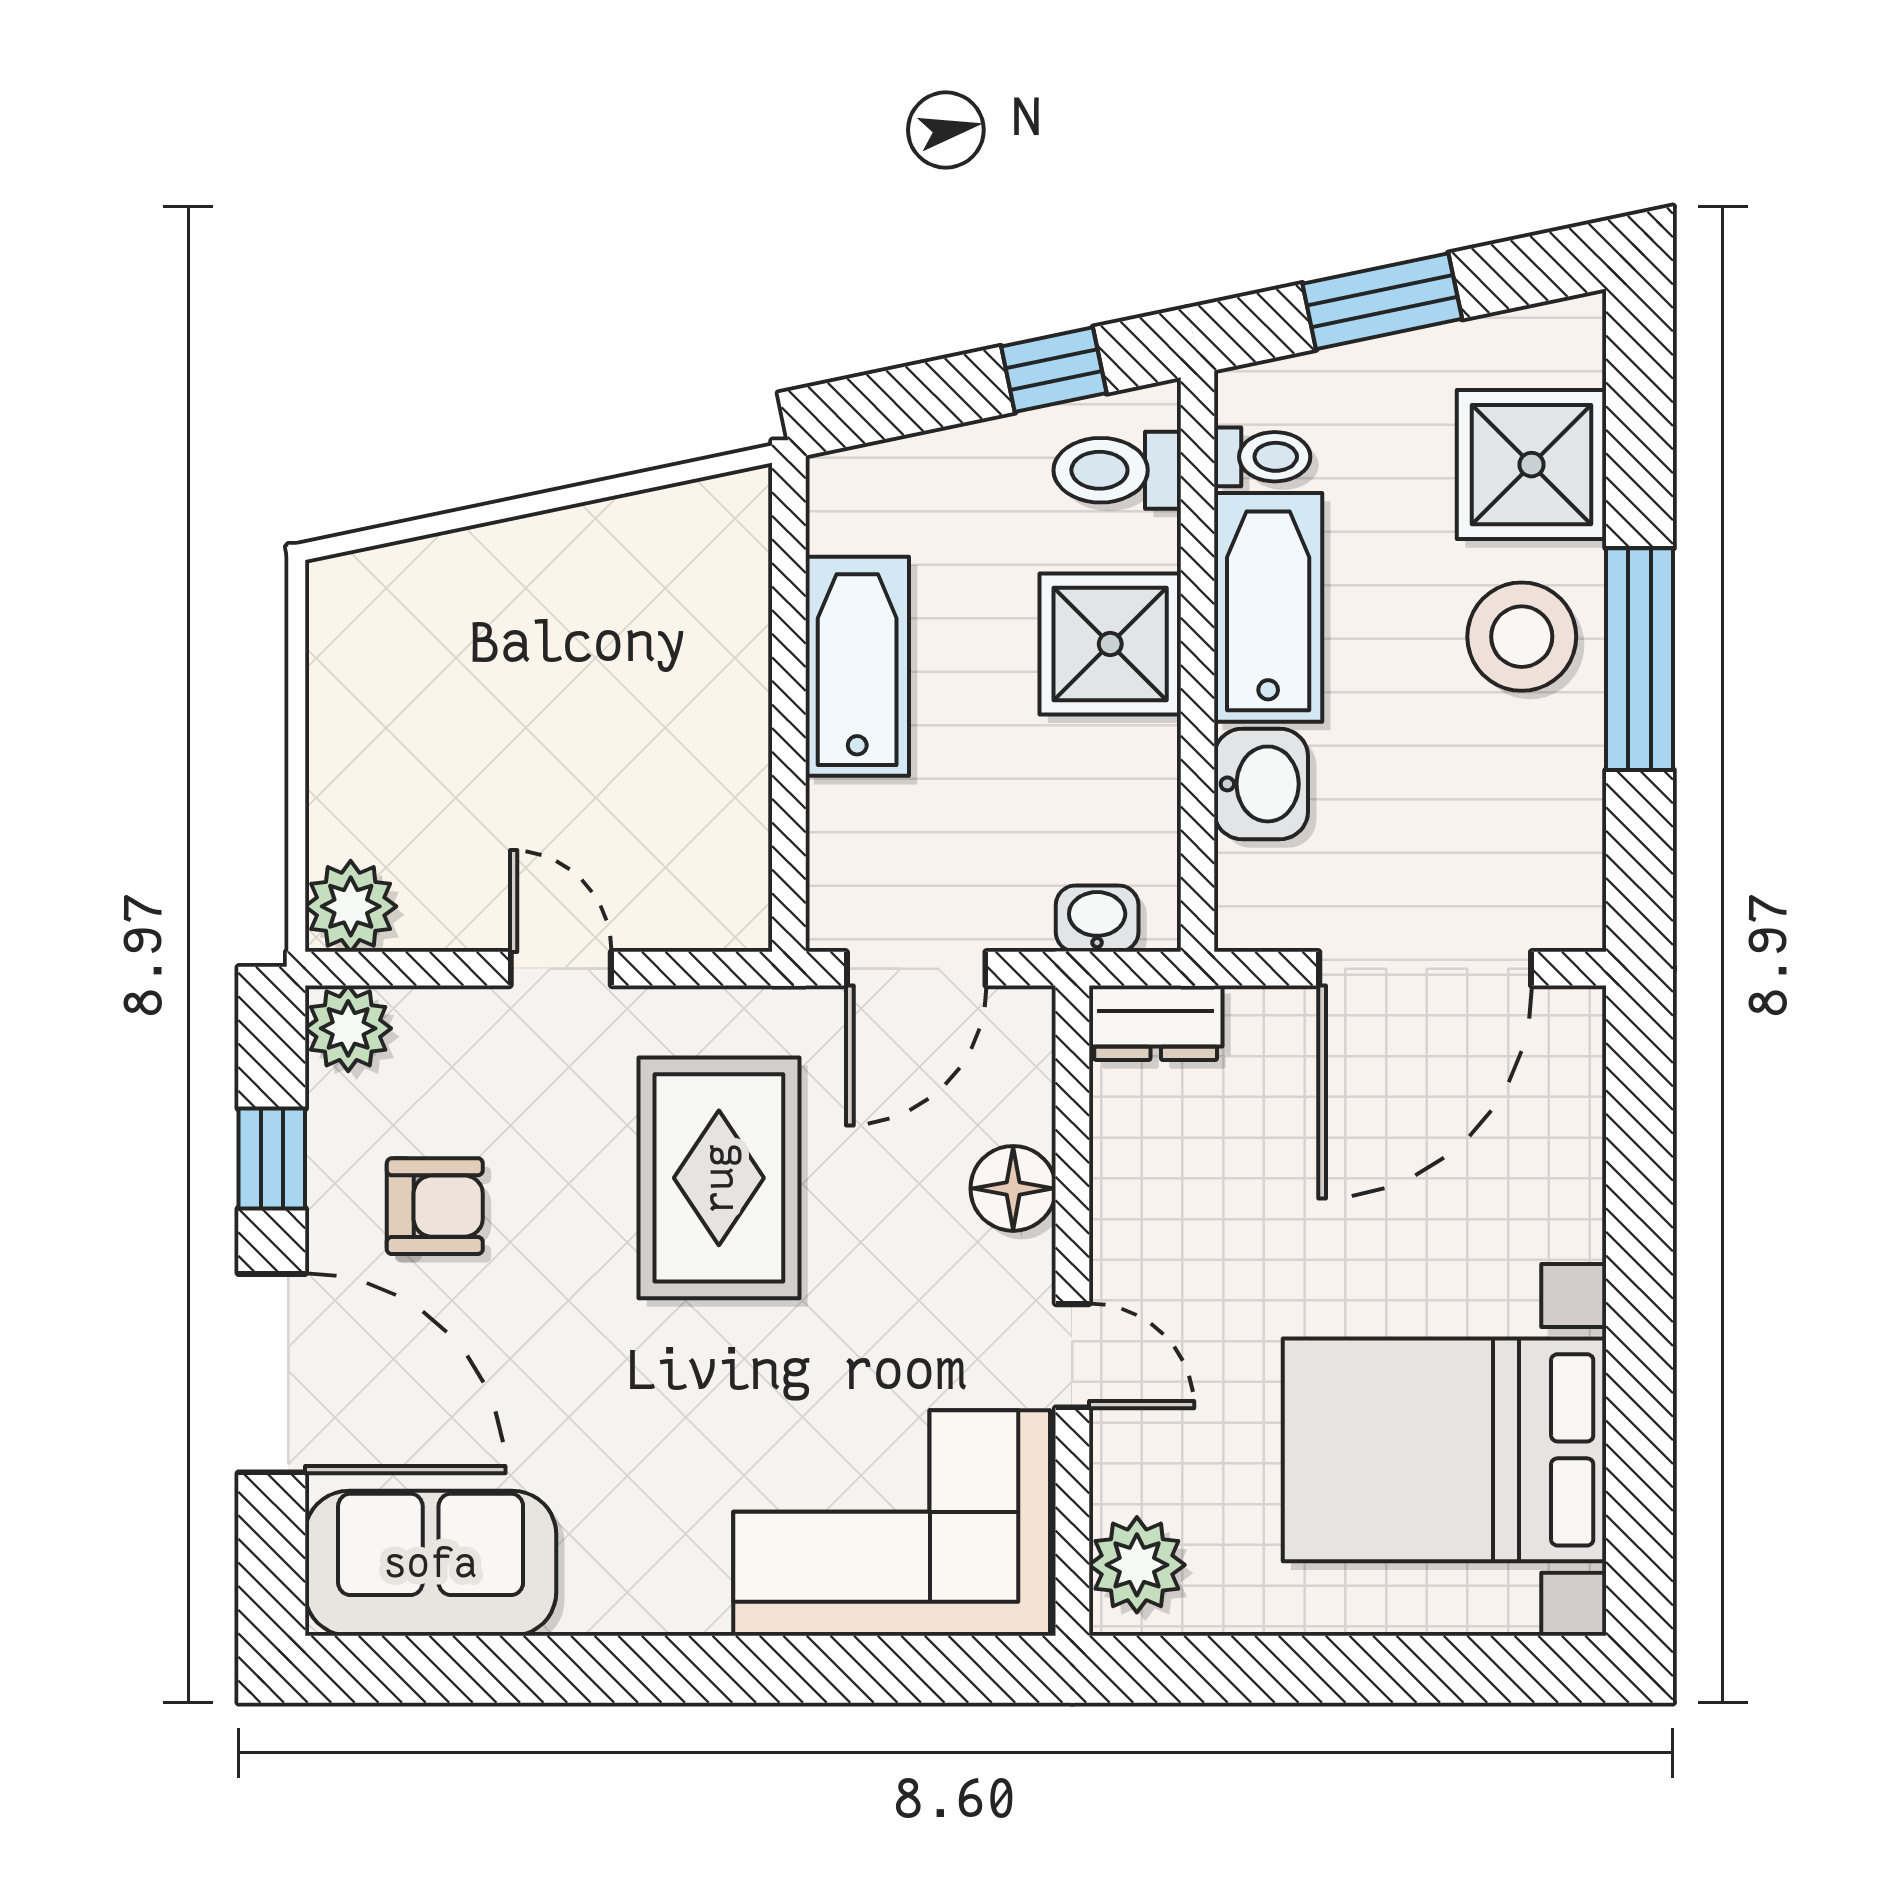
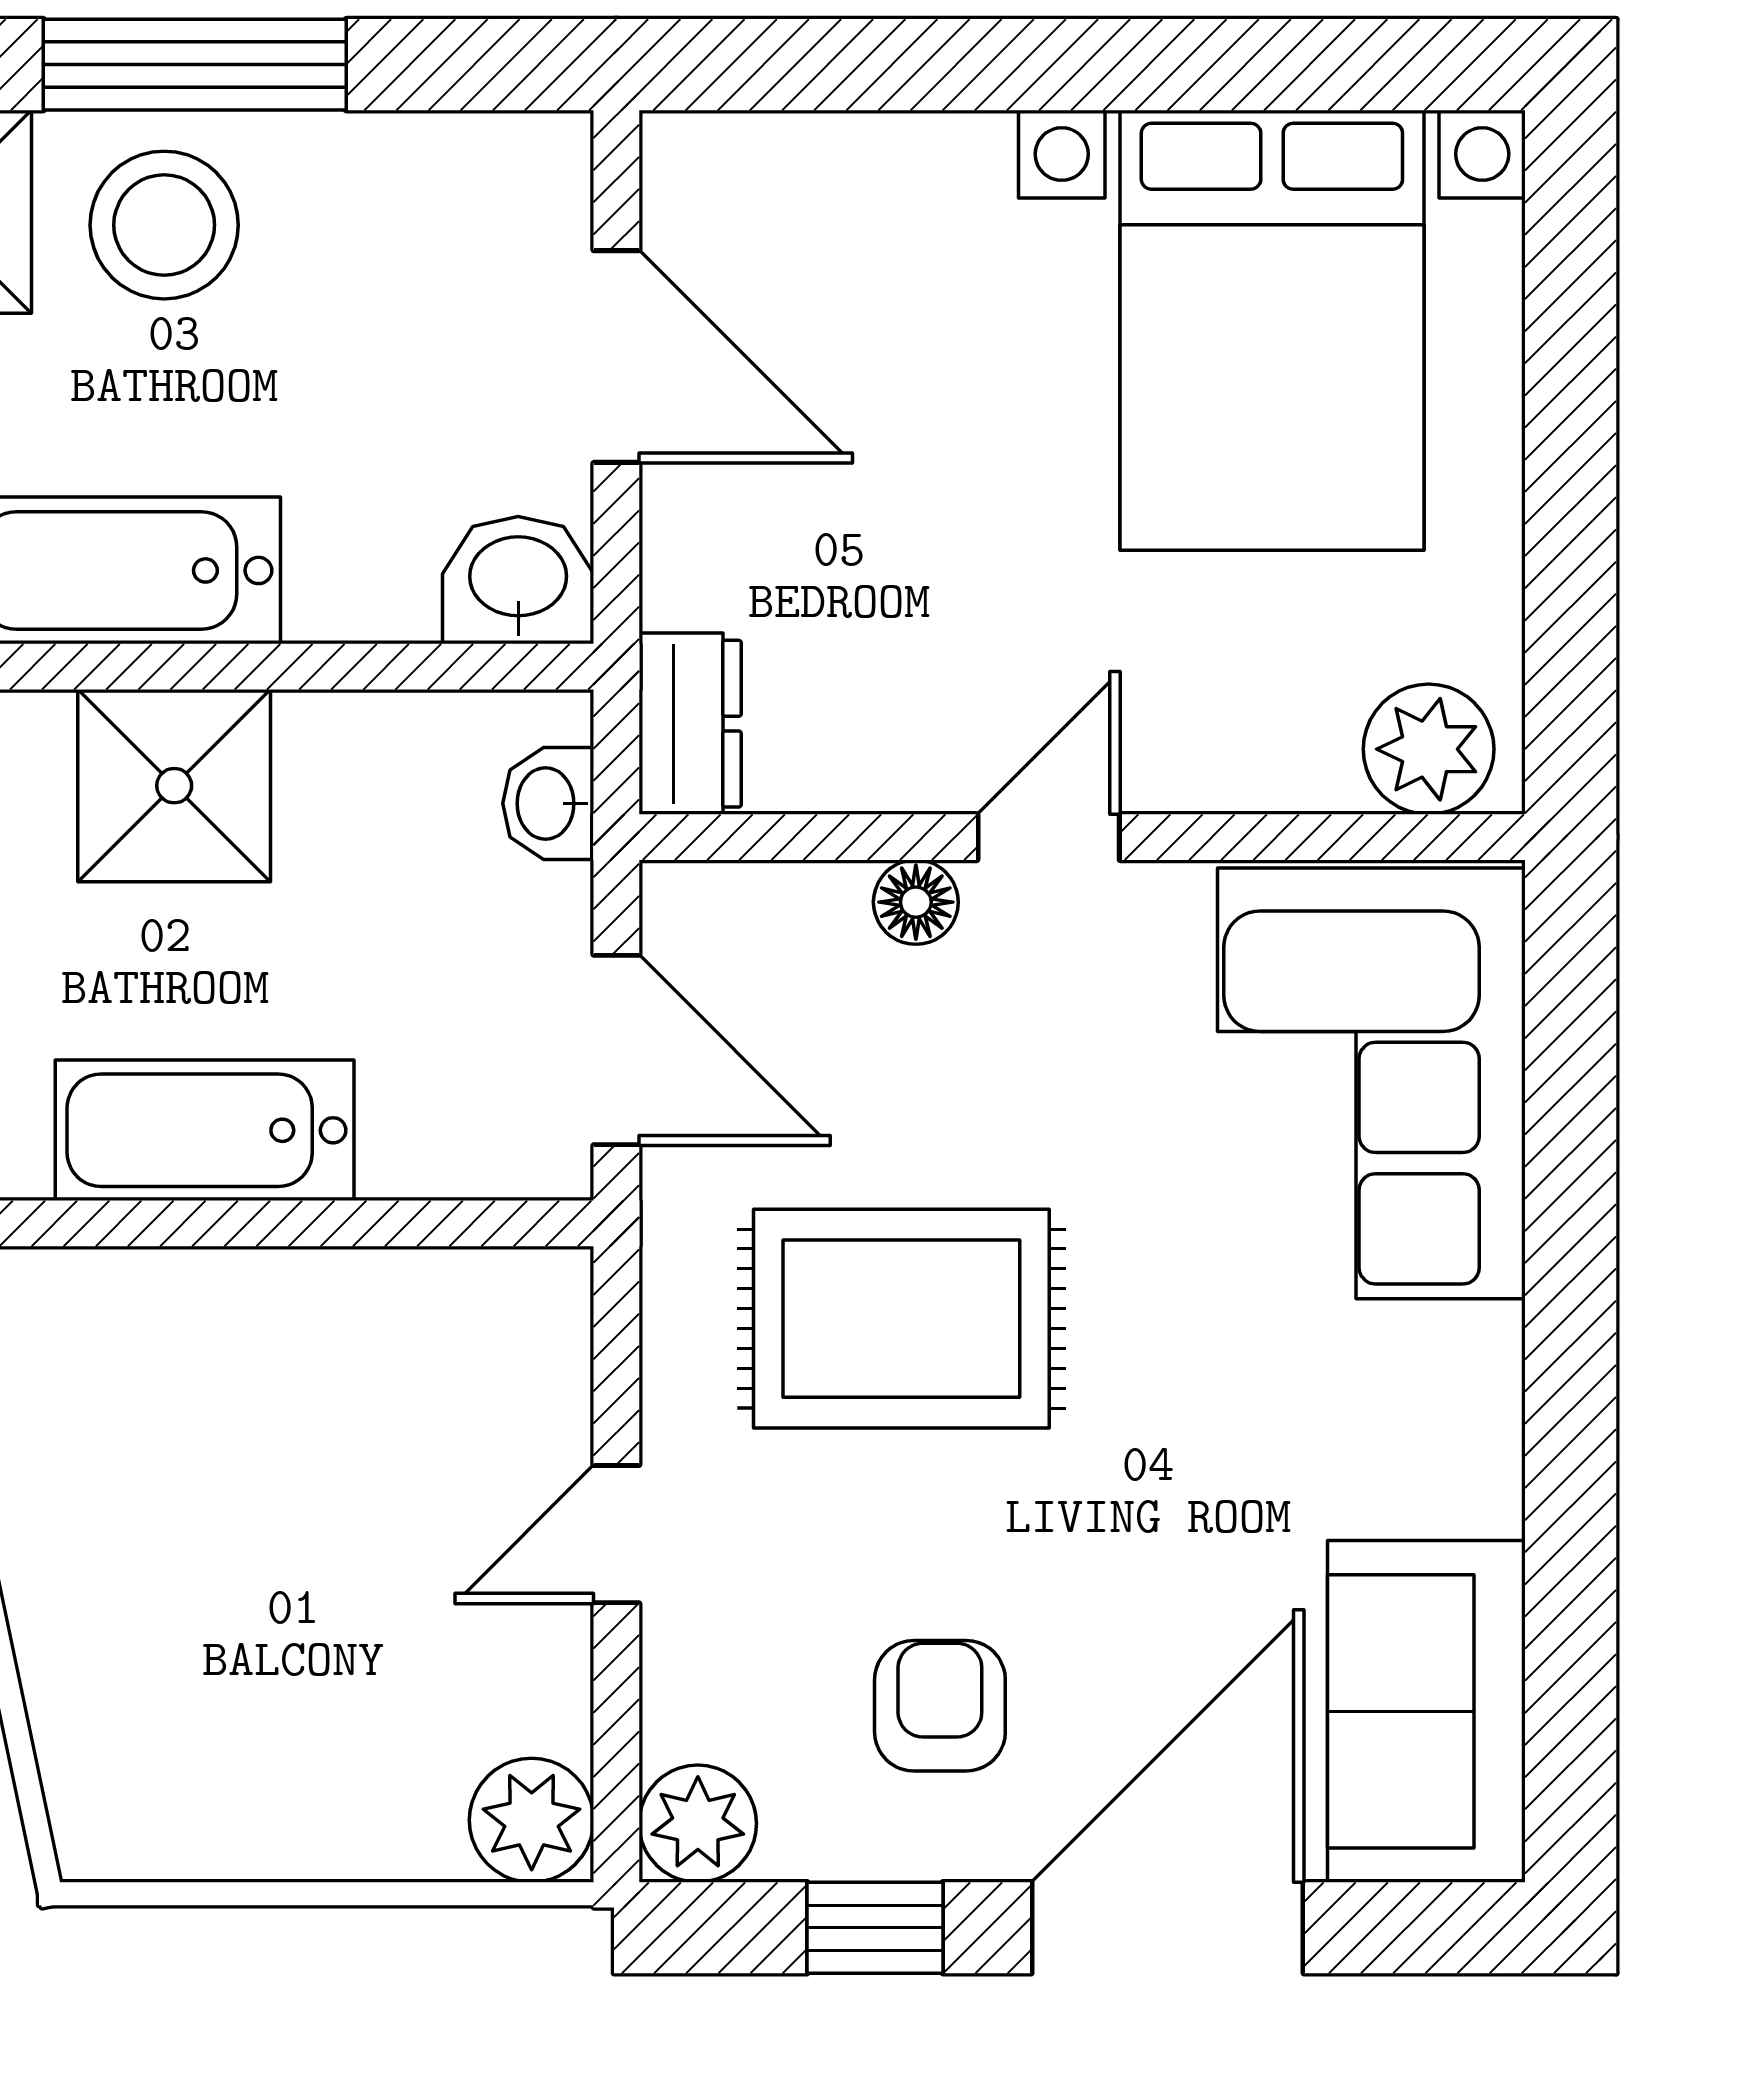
washbasin: (1261, 784) -> (518, 580), moved
door: (1425, 969) -> (616, 357), width x0.73
floor lamp: (1013, 1188) -> (916, 902), width x0.73, depth x0.73
door: (1072, 1356) -> (1049, 837), moved

